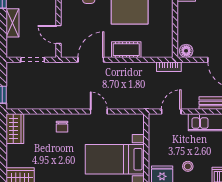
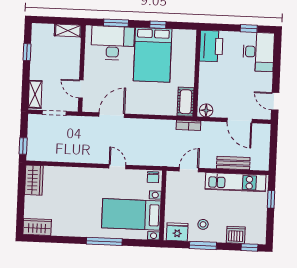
shelving: (12, 23) -> (35, 94), moved
cot: (126, 50) -> (186, 102), moved, turned 90
chair: (62, 127) -> (153, 177), moved

